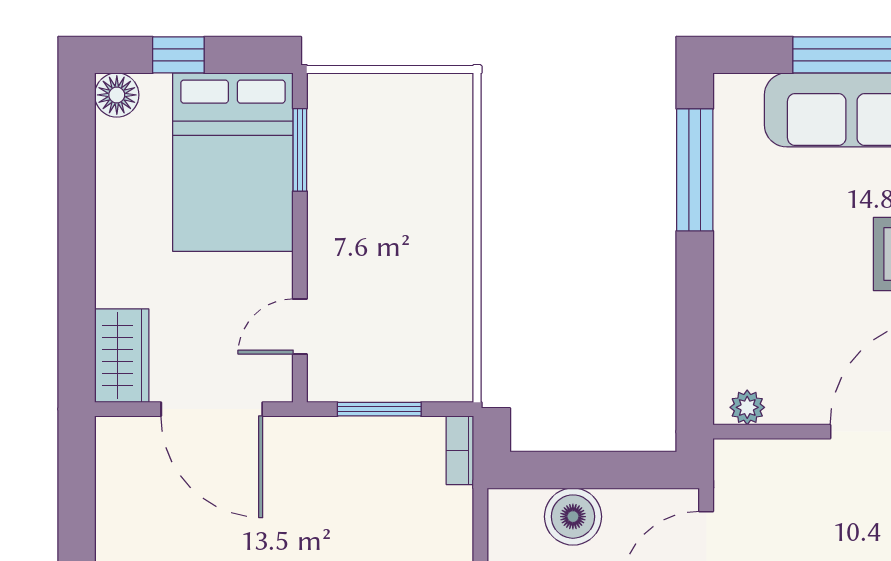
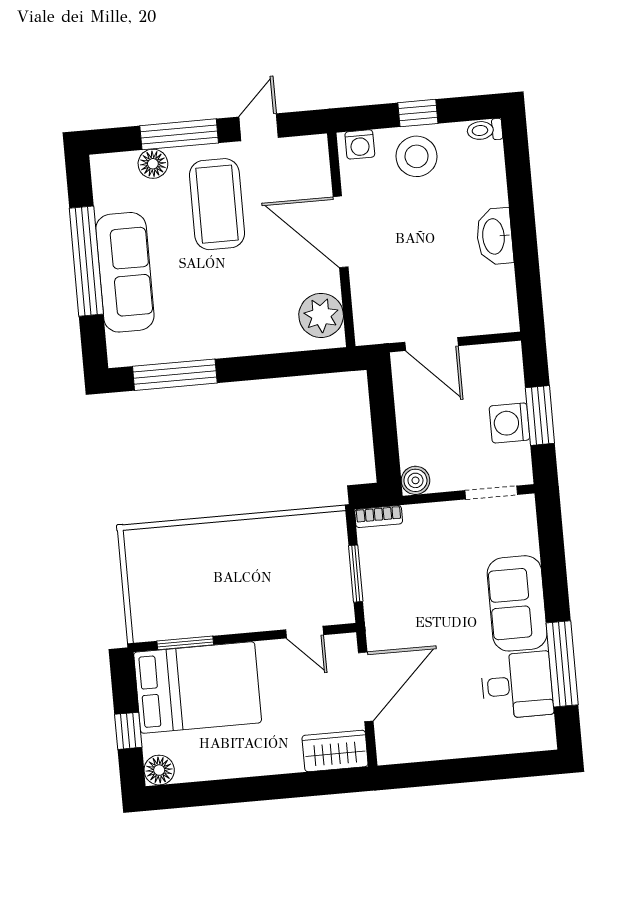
plant: (747, 407) -> (321, 315), width x1.88, depth x1.88
boiler: (573, 517) -> (415, 480), moved, width x0.73, depth x0.73

